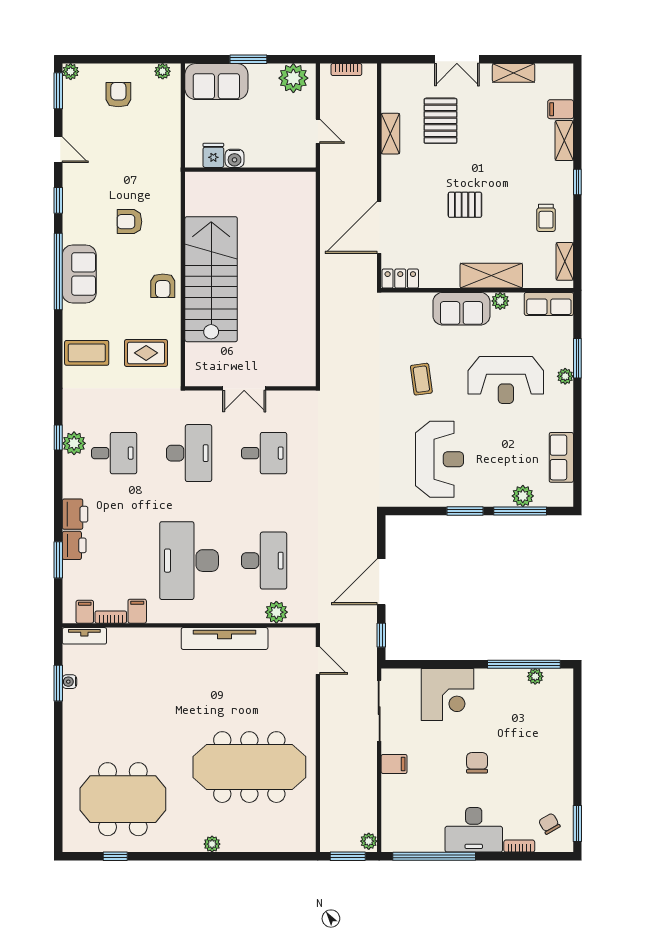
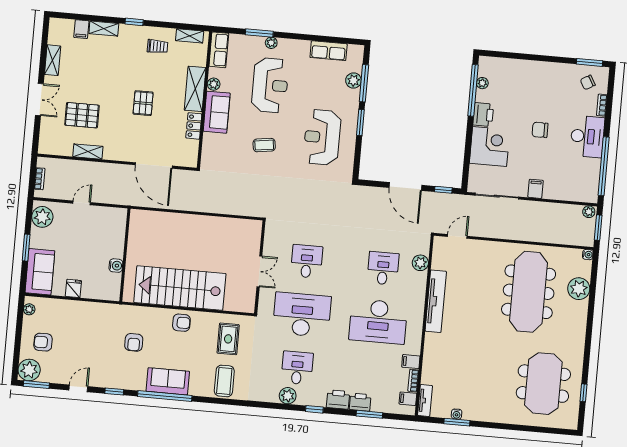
plant: (71, 72) -> (29, 370), width x1.87, depth x1.87
fridge: (213, 155) -> (73, 288), moved, turned 90
water cooler: (235, 158) -> (116, 266), moved
wall: (250, 170) -> (125, 255), moved
locker: (400, 279) -> (194, 126), moved
window: (58, 438) -> (314, 409), moved
desk: (189, 453) -> (302, 315), width x1.36, depth x1.30
reception desk: (440, 459) -> (322, 137), turned -90
desk: (264, 561) -> (383, 268), width x0.73
printer: (491, 682) -> (483, 115), added
plant: (212, 844) -> (579, 289), moved, width x1.87, depth x1.87
water cooler: (309, 845) -> (588, 255), added

